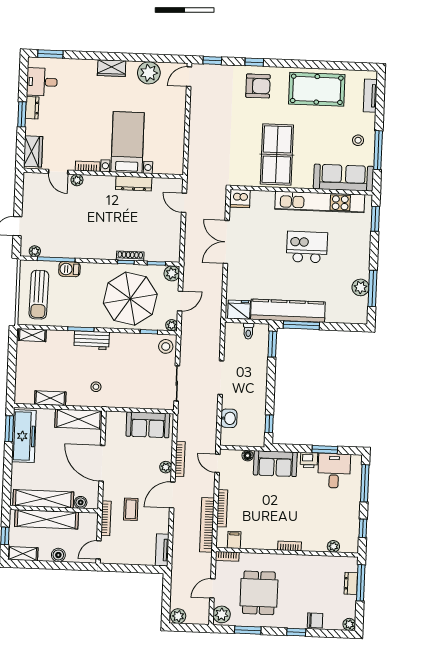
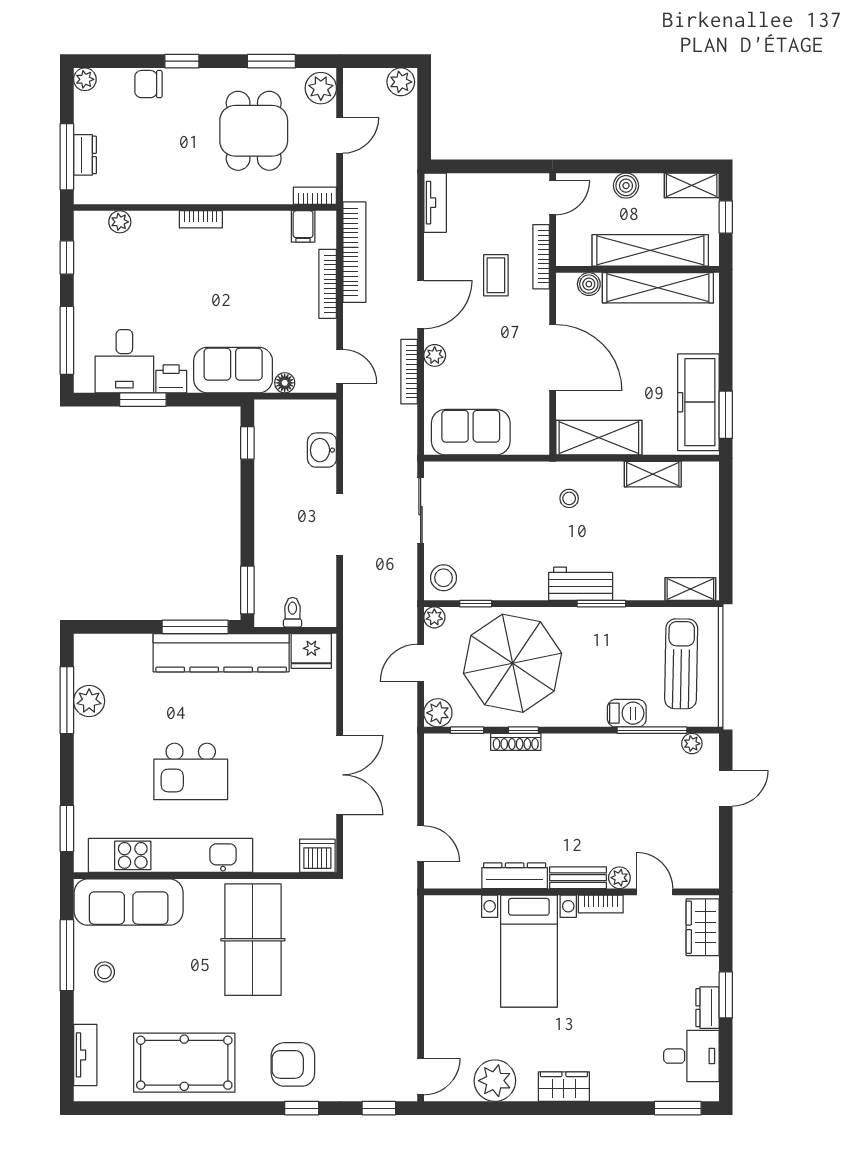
bench: (99, 181) -> (578, 878), added

